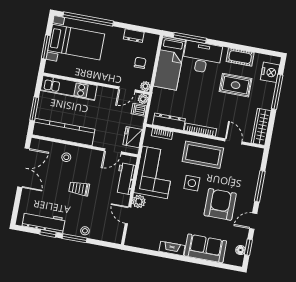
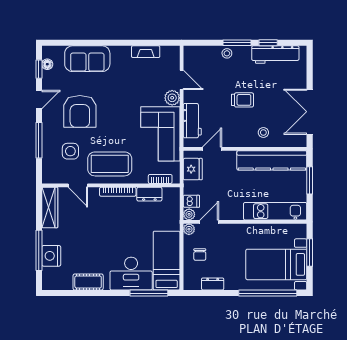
nightstand: (270, 72) -> (51, 256), moved
rug: (236, 85) -> (87, 249), removed
dresser: (169, 122) -> (149, 194), width x0.70
side table: (192, 183) -> (70, 151), moved
fireplace: (172, 248) -> (146, 52), moved

